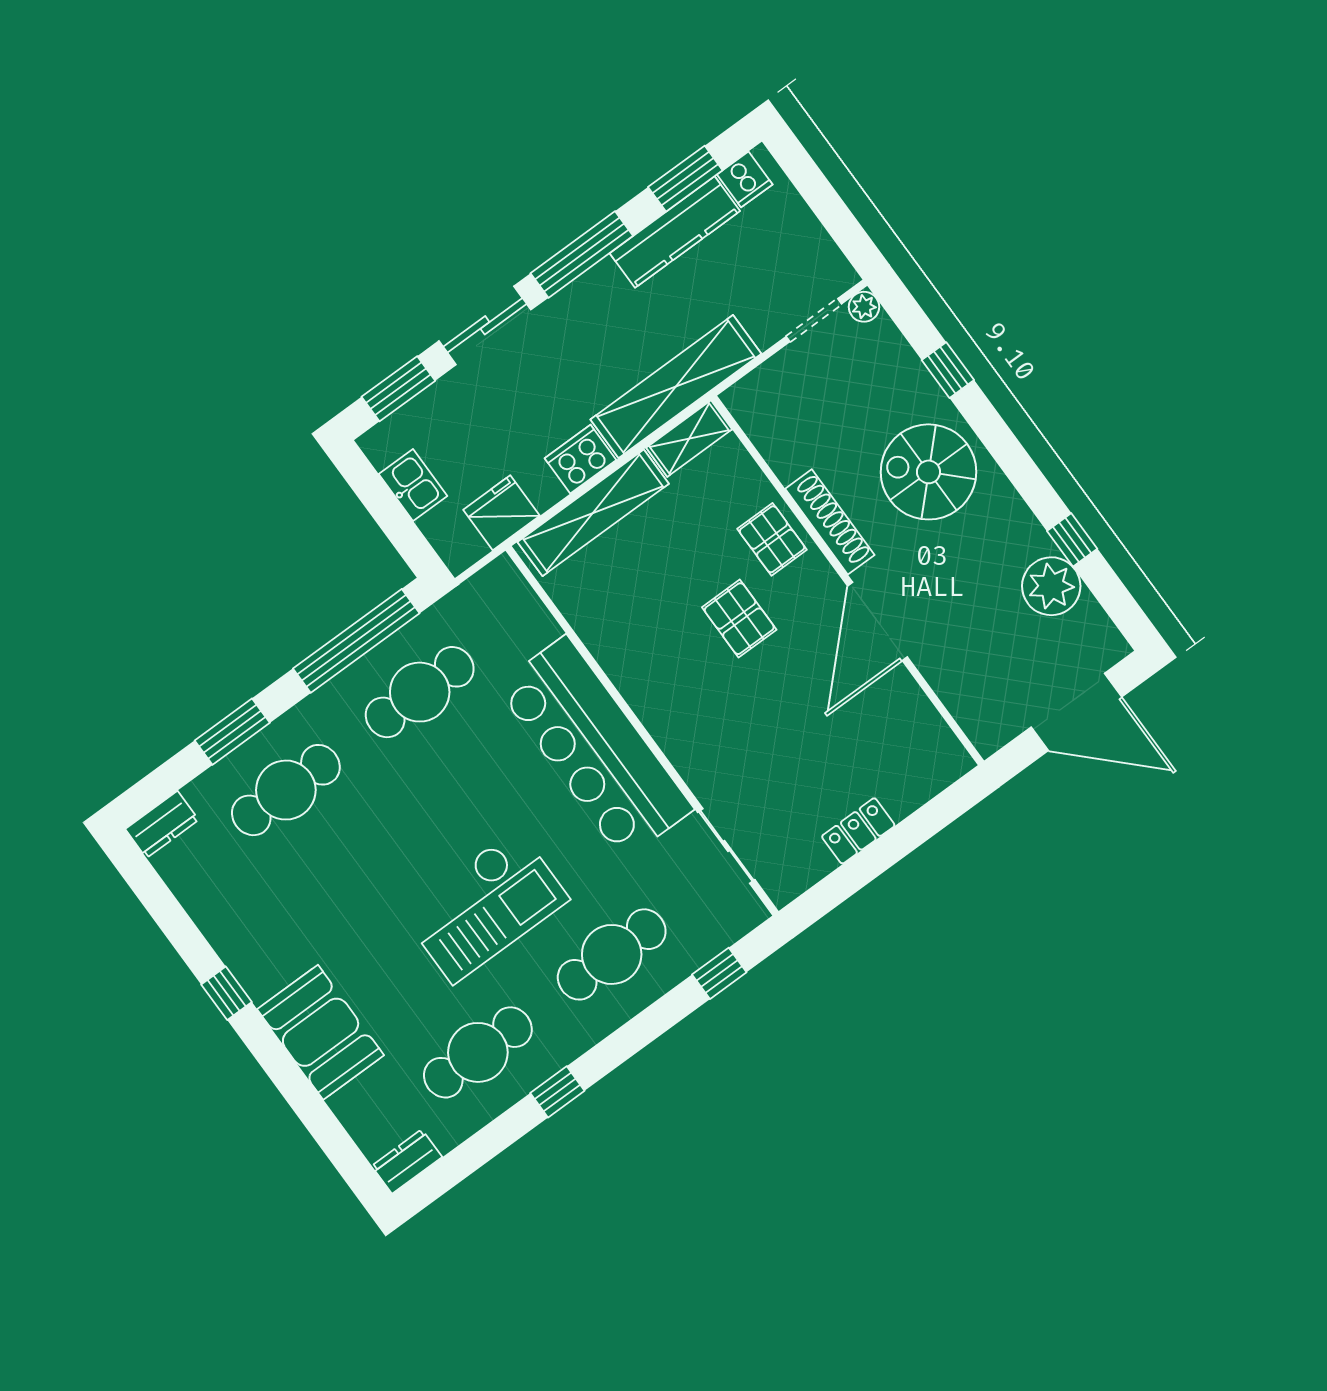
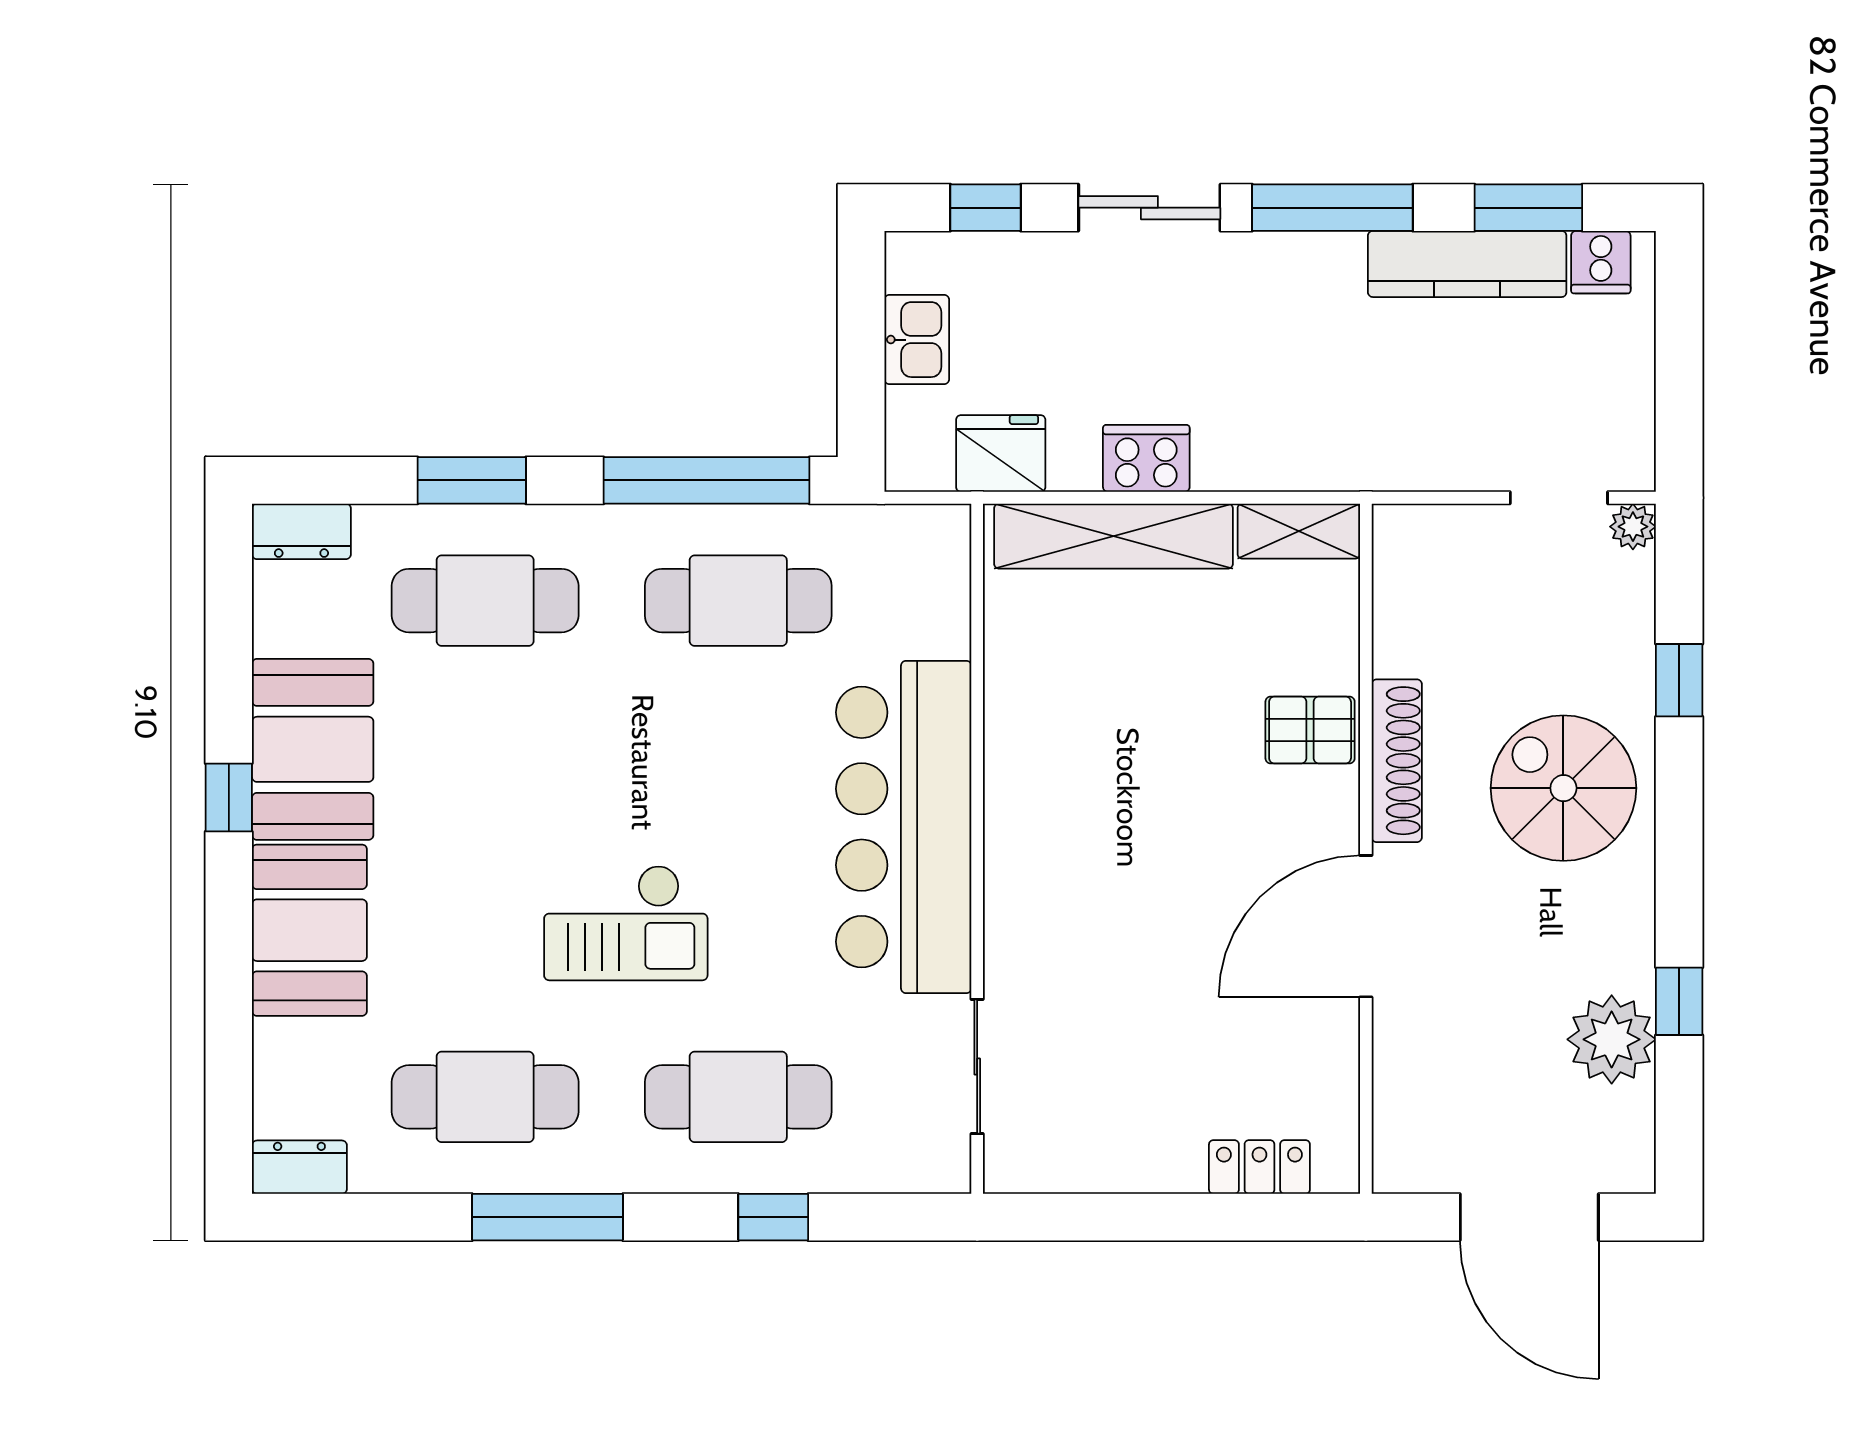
shelving: (676, 387) -> (1329, 455), removed
window: (398, 389) -> (985, 208), width x0.67
pallet: (772, 539) -> (1310, 730), turned 90
pallet: (739, 619) -> (1198, 798), removed
locker: (858, 831) -> (1259, 1167), moved
checkout: (485, 906) -> (626, 923), width x0.73, depth x0.83
booth: (252, 935) -> (313, 749), added
window: (719, 973) -> (773, 1217), moved
window: (557, 1092) -> (547, 1217), width x2.17

